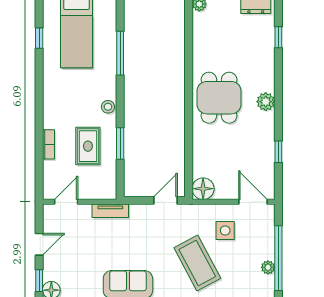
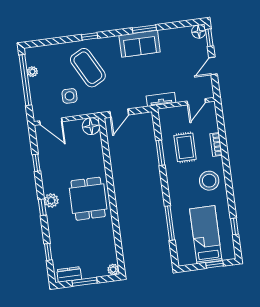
window: (278, 95) -> (42, 207), added
stool: (108, 107) -> (209, 181), moved, width x1.89, depth x1.89

